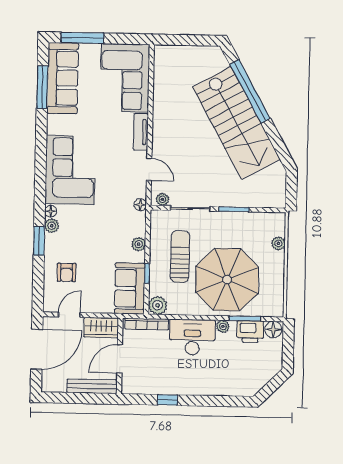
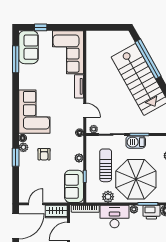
window: (82, 38) -> (41, 27), width x0.46
sofa: (63, 78) -> (28, 47), width x0.73
barbecue: (228, 221) -> (136, 142), added
armchair: (67, 272) -> (44, 154), moved
plant: (158, 305) -> (108, 197), moved

